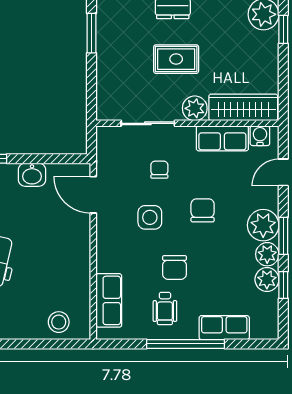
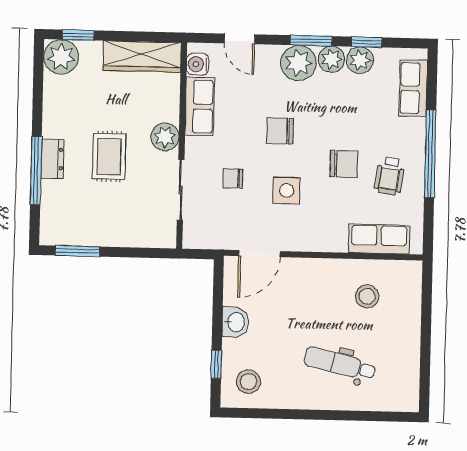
wardrobe: (243, 107) -> (142, 56), moved, turned -90
wheelchair: (165, 308) -> (390, 176), turned 98
stool: (59, 322) -> (367, 296), moved
row of seats: (224, 328) -> (413, 88), moved

